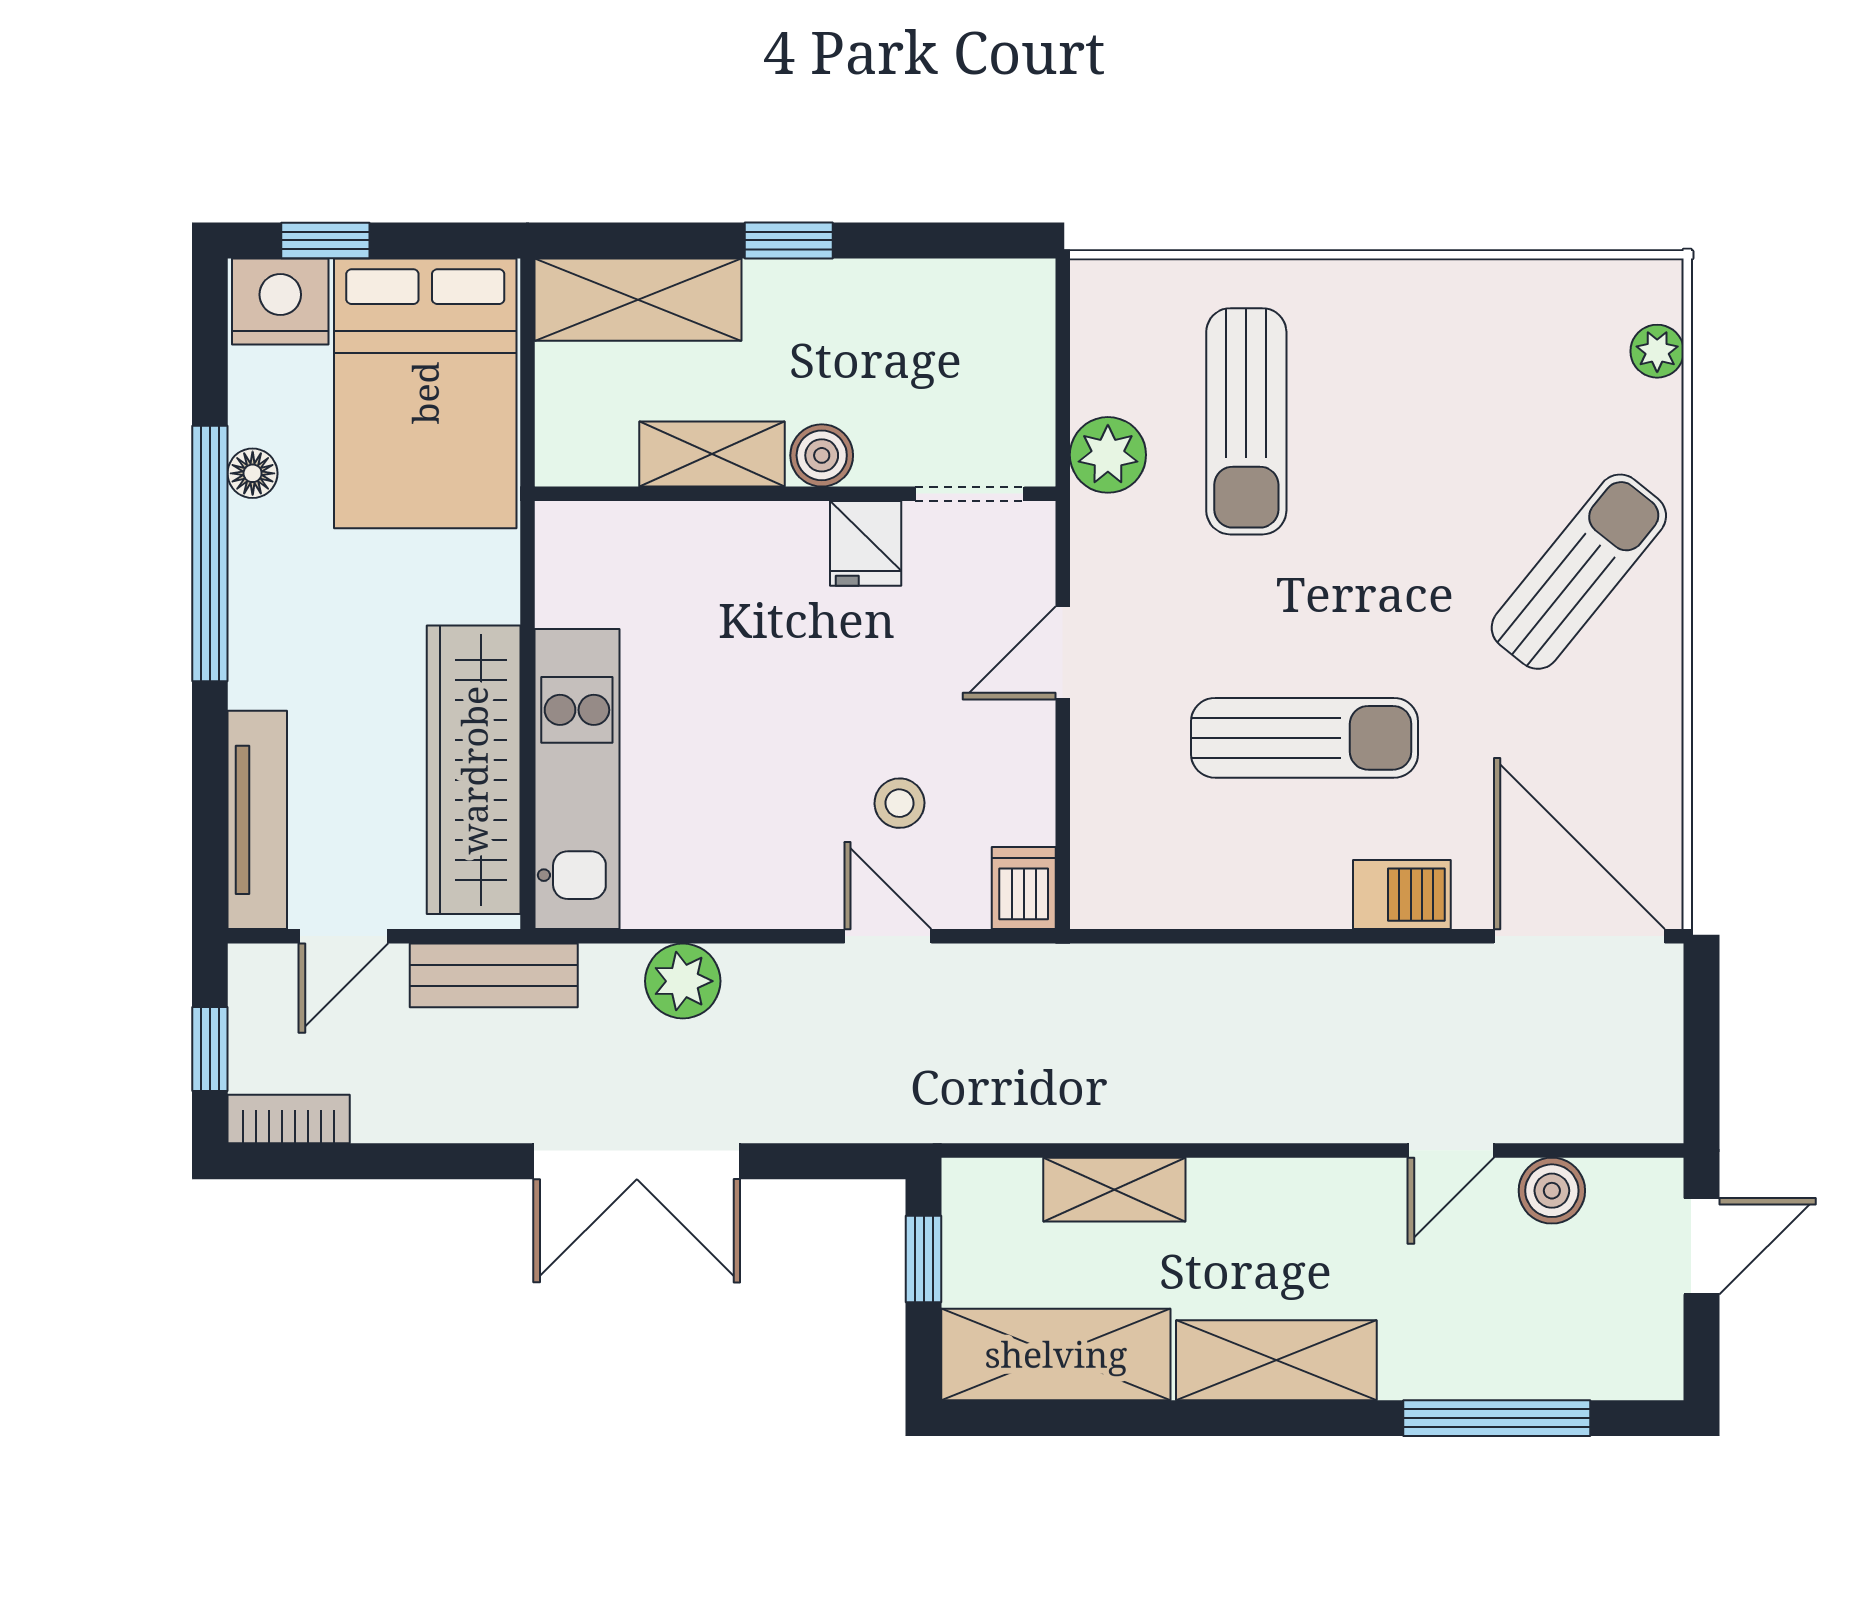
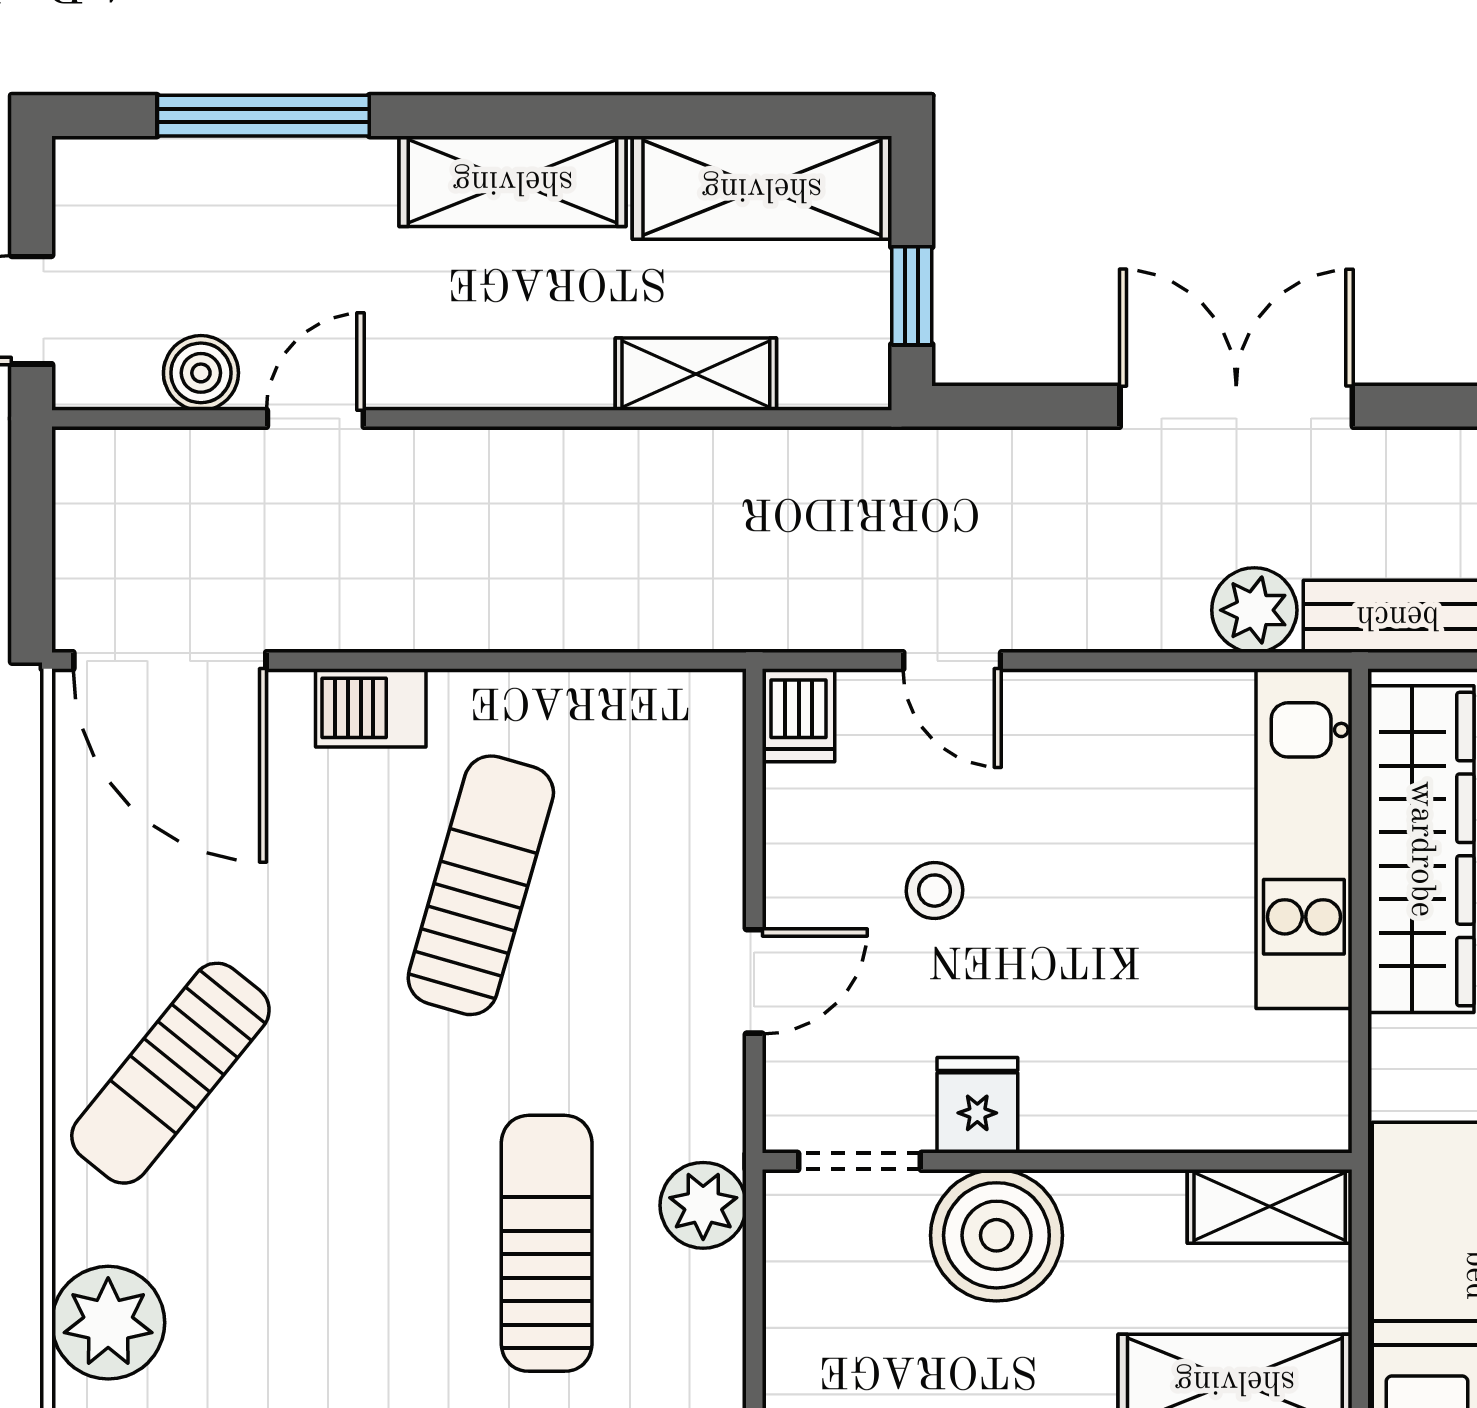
plant: (1657, 351) -> (108, 1323), width x1.88, depth x1.88
shelving: (712, 454) -> (1270, 1206), moved
boiler: (822, 455) -> (996, 1235), width x1.86, depth x1.86
sun lounger: (1305, 738) -> (481, 885), turned 106
stool: (899, 803) -> (934, 891), moved
plant: (683, 981) -> (1254, 610), moved

